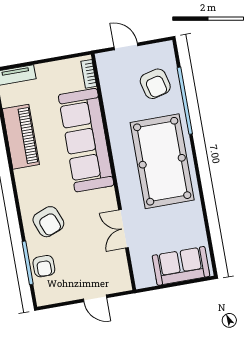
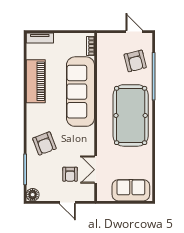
door: (126, 46) -> (134, 32), moved
double door: (123, 229) -> (96, 170), moved
armchair: (44, 266) -> (70, 174), moved
floor lamp: (45, 296) -> (33, 195), added

